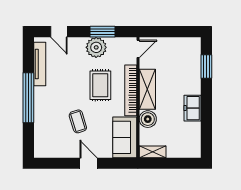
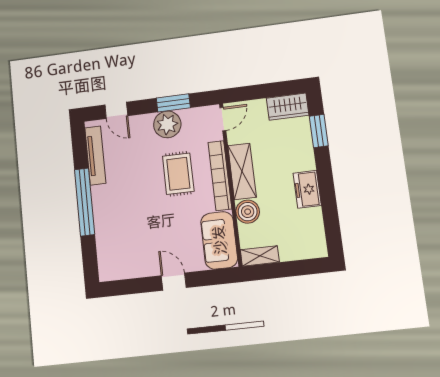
wardrobe: (186, 46) -> (288, 107), added
coffee table: (78, 121) -> (153, 226), removed

